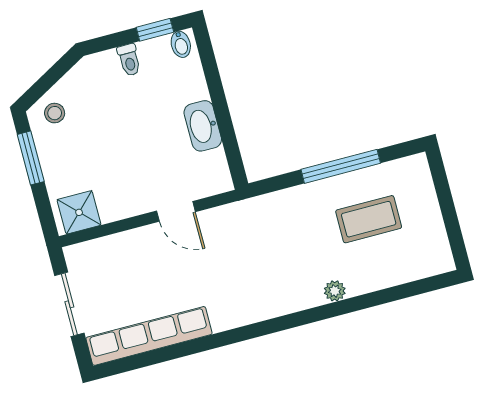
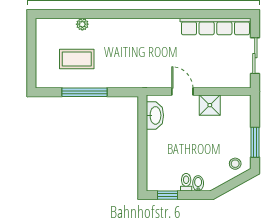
bidet: (181, 44) -> (198, 183), moved
washbasin: (203, 126) -> (155, 115), moved
shower: (79, 212) -> (210, 105), moved
plant: (335, 291) -> (82, 24), moved

